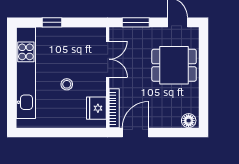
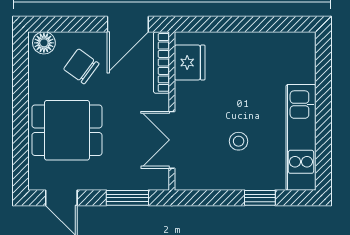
kitchen unit: (26, 73) -> (301, 137), width x0.73
stool: (67, 84) -> (239, 141), moved
chair: (165, 106) -> (81, 66), added

